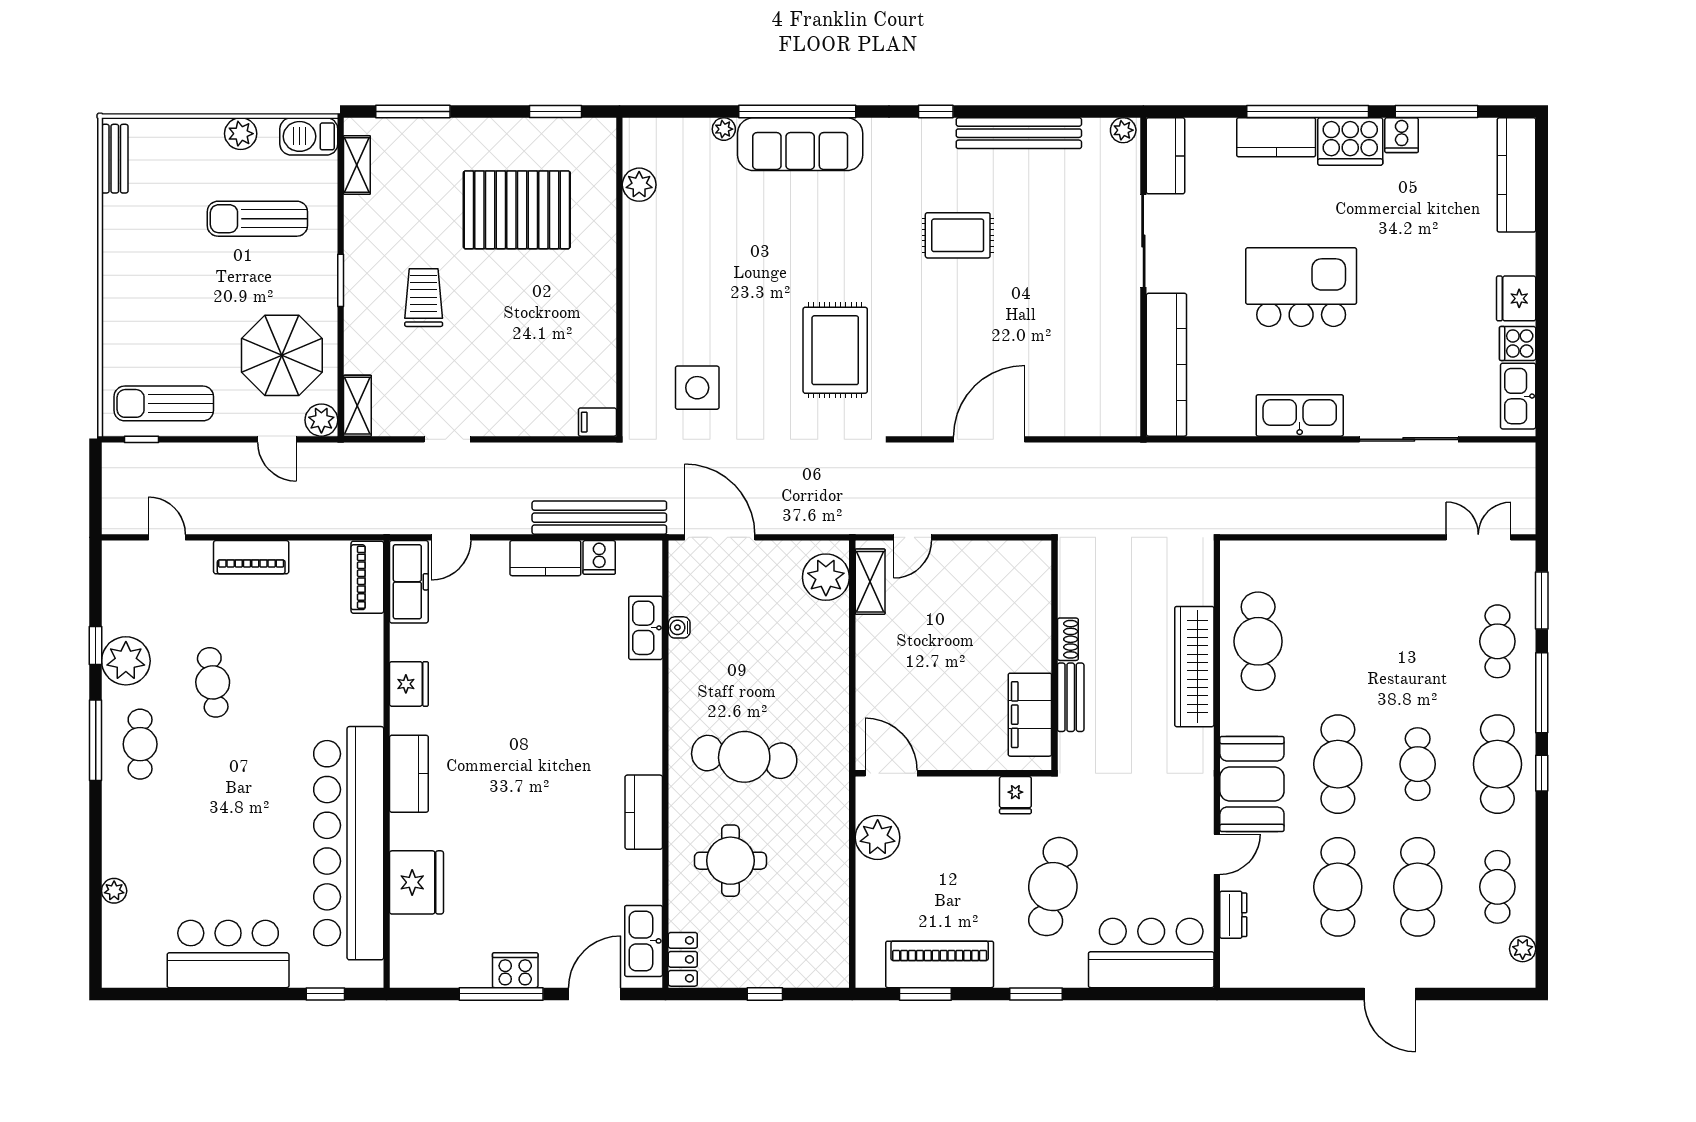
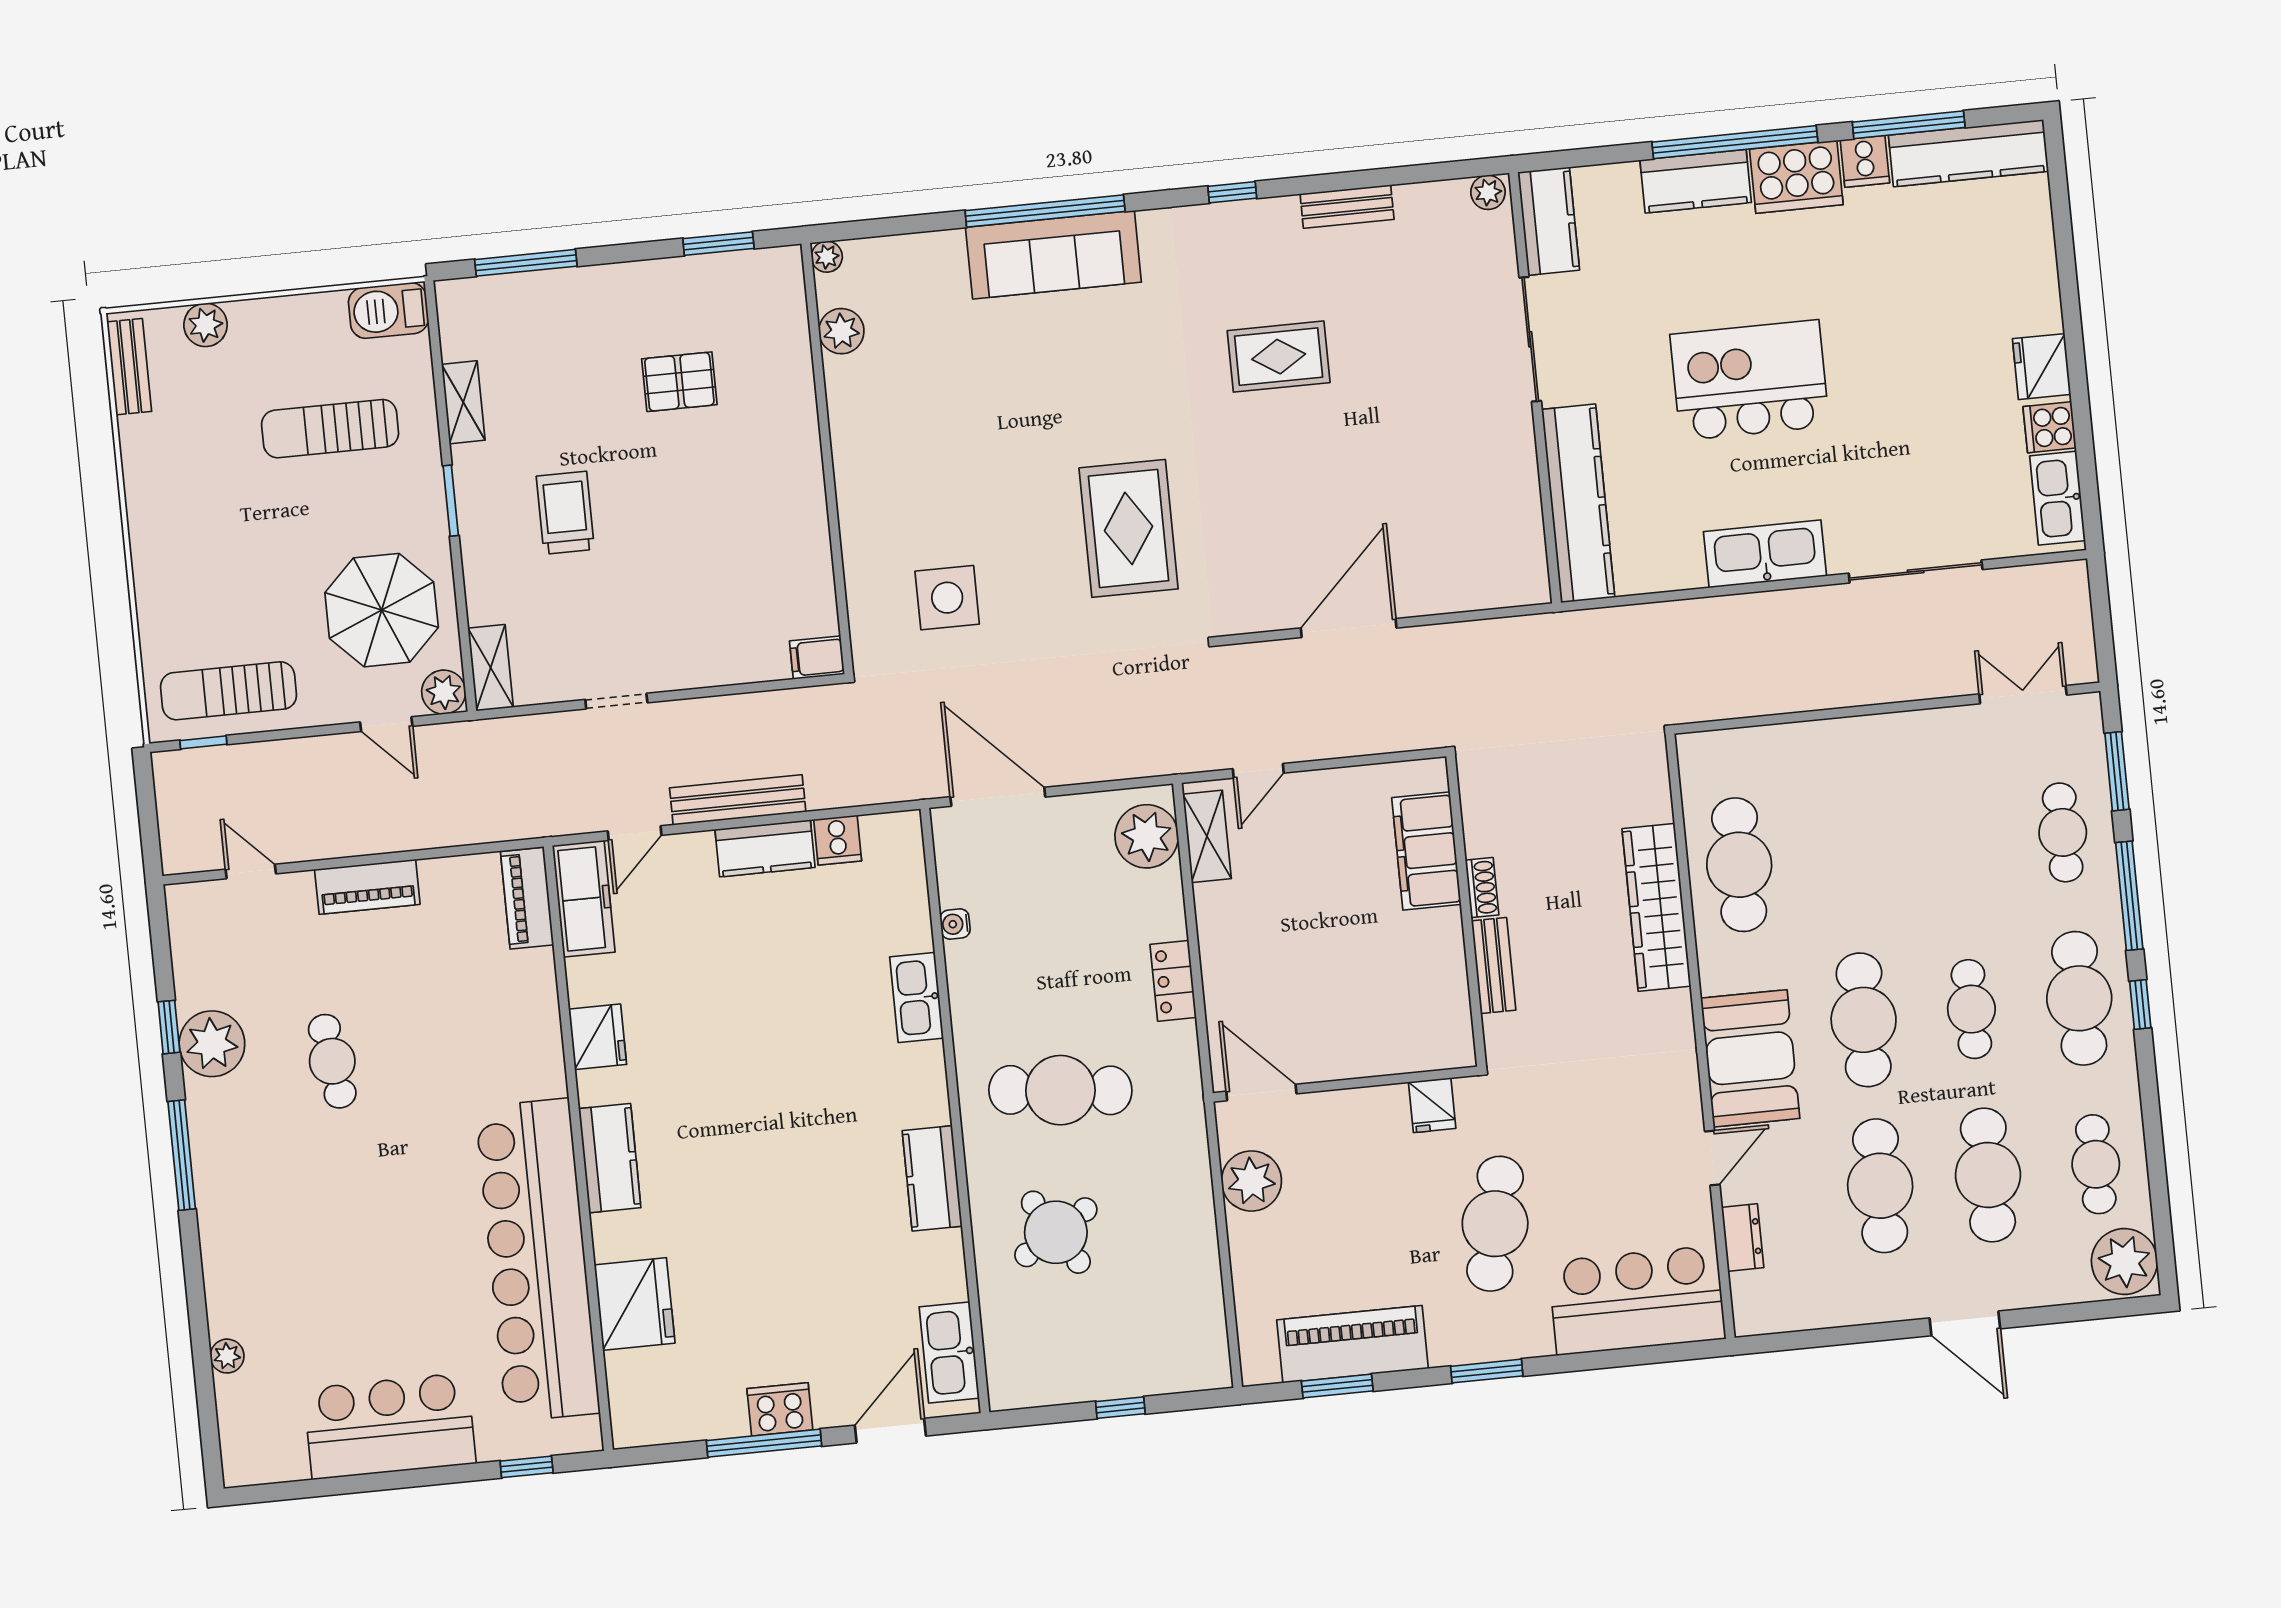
plant: (724, 129) -> (827, 257), moved
bench: (1019, 133) -> (1347, 207), width x0.54, depth x0.82
plant: (241, 134) -> (206, 325), moved
shelving: (357, 165) -> (463, 402), moved
kitchen counter: (1516, 175) -> (1968, 153), moved, turned -90
pallet: (517, 210) -> (679, 382), width x0.49, depth x0.50
bench: (599, 518) -> (738, 800), moved, width x0.73, depth x0.82
kitchen sink: (646, 628) -> (917, 997), moved
filing cabinet: (1030, 715) -> (1426, 851), moved
cafe table: (140, 744) -> (242, 1154), removed
round table: (730, 861) -> (1056, 1232), turned -32
plant: (1523, 949) -> (2124, 1261), width x1.87, depth x1.87
locker: (683, 959) -> (1173, 981), moved, turned 180

